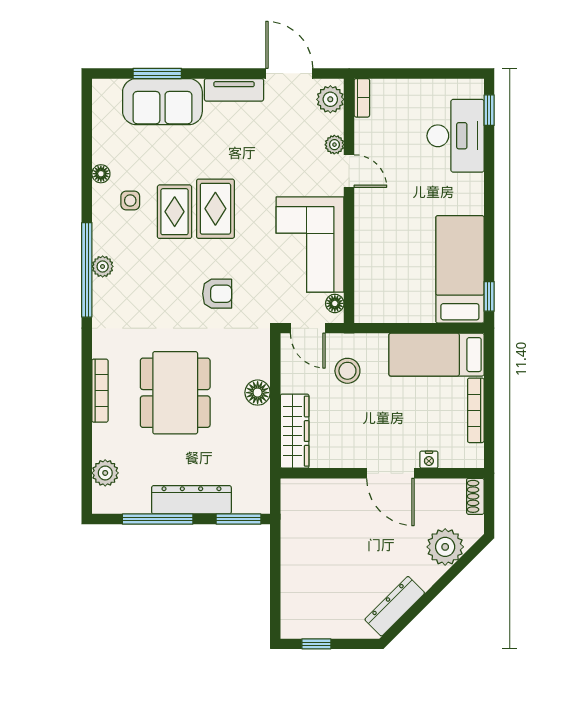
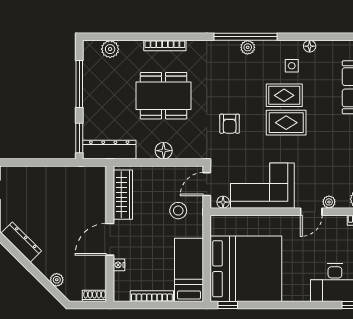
bed: (460, 269) -> (246, 269), width x2.04
wardrobe: (295, 431) -> (123, 195), moved, turned -90
dresser: (191, 500) -> (109, 150), moved, turned -90
plant: (445, 547) -> (57, 280), width x0.53, depth x0.53

